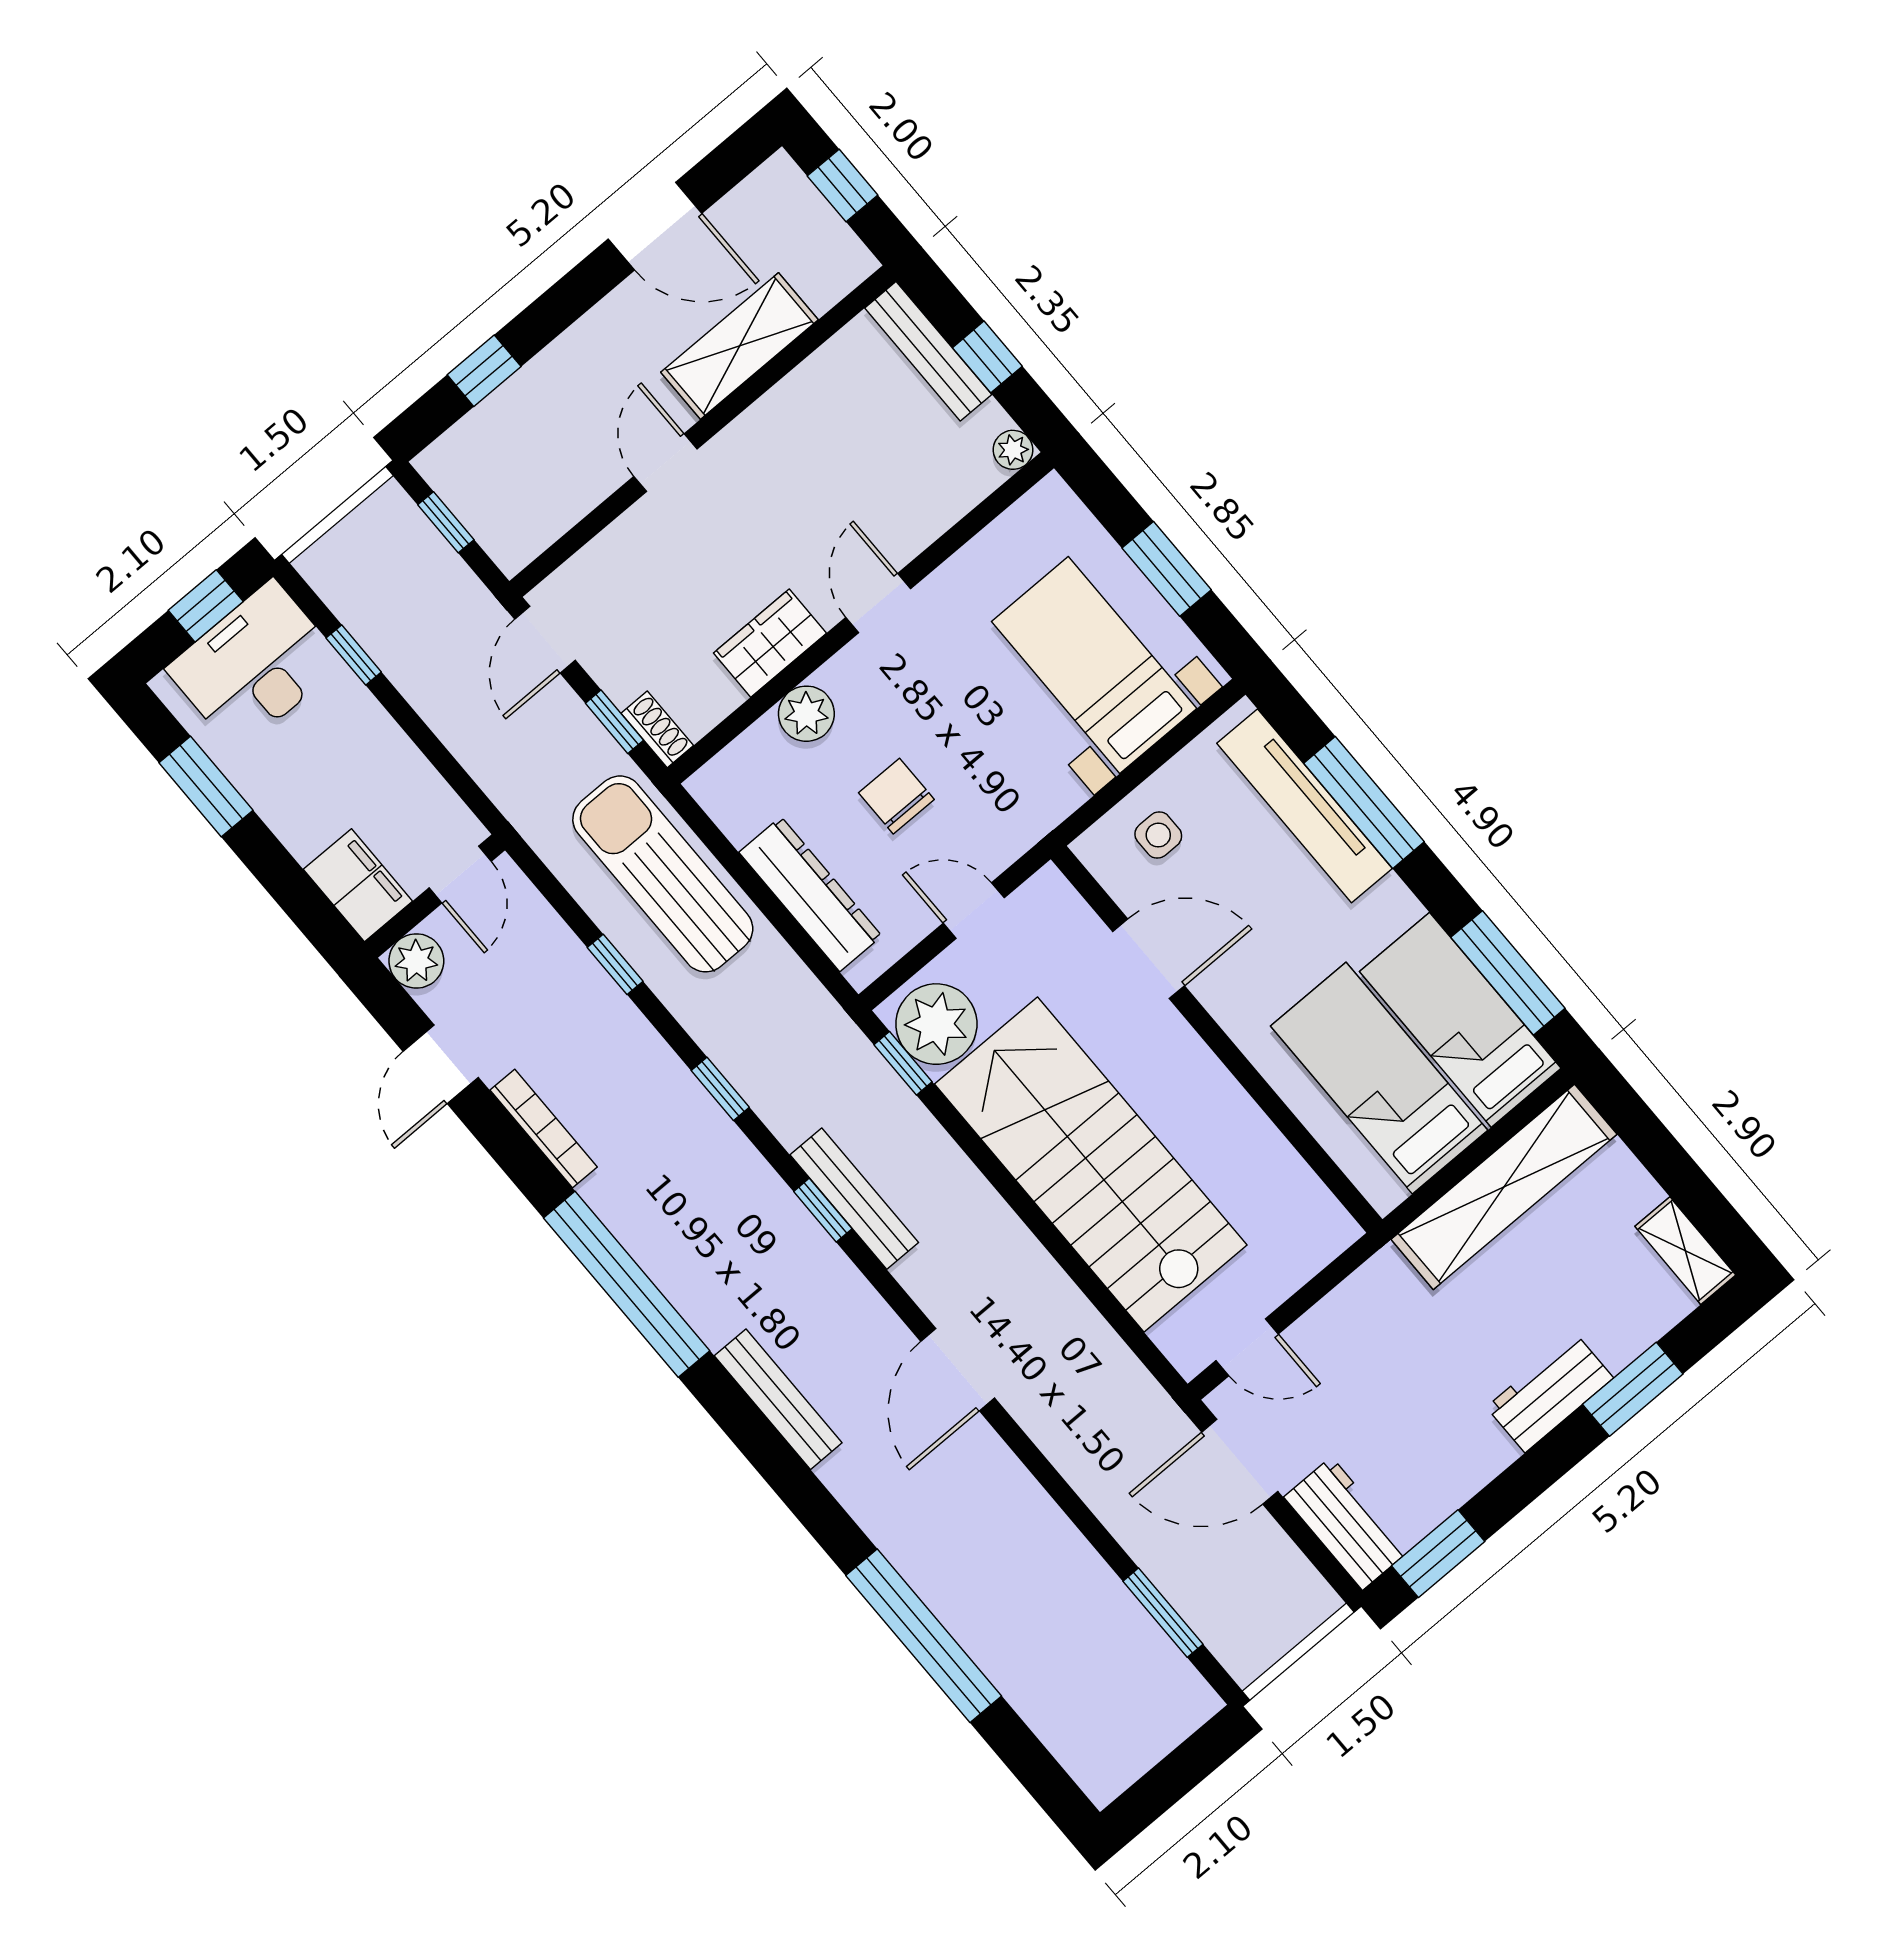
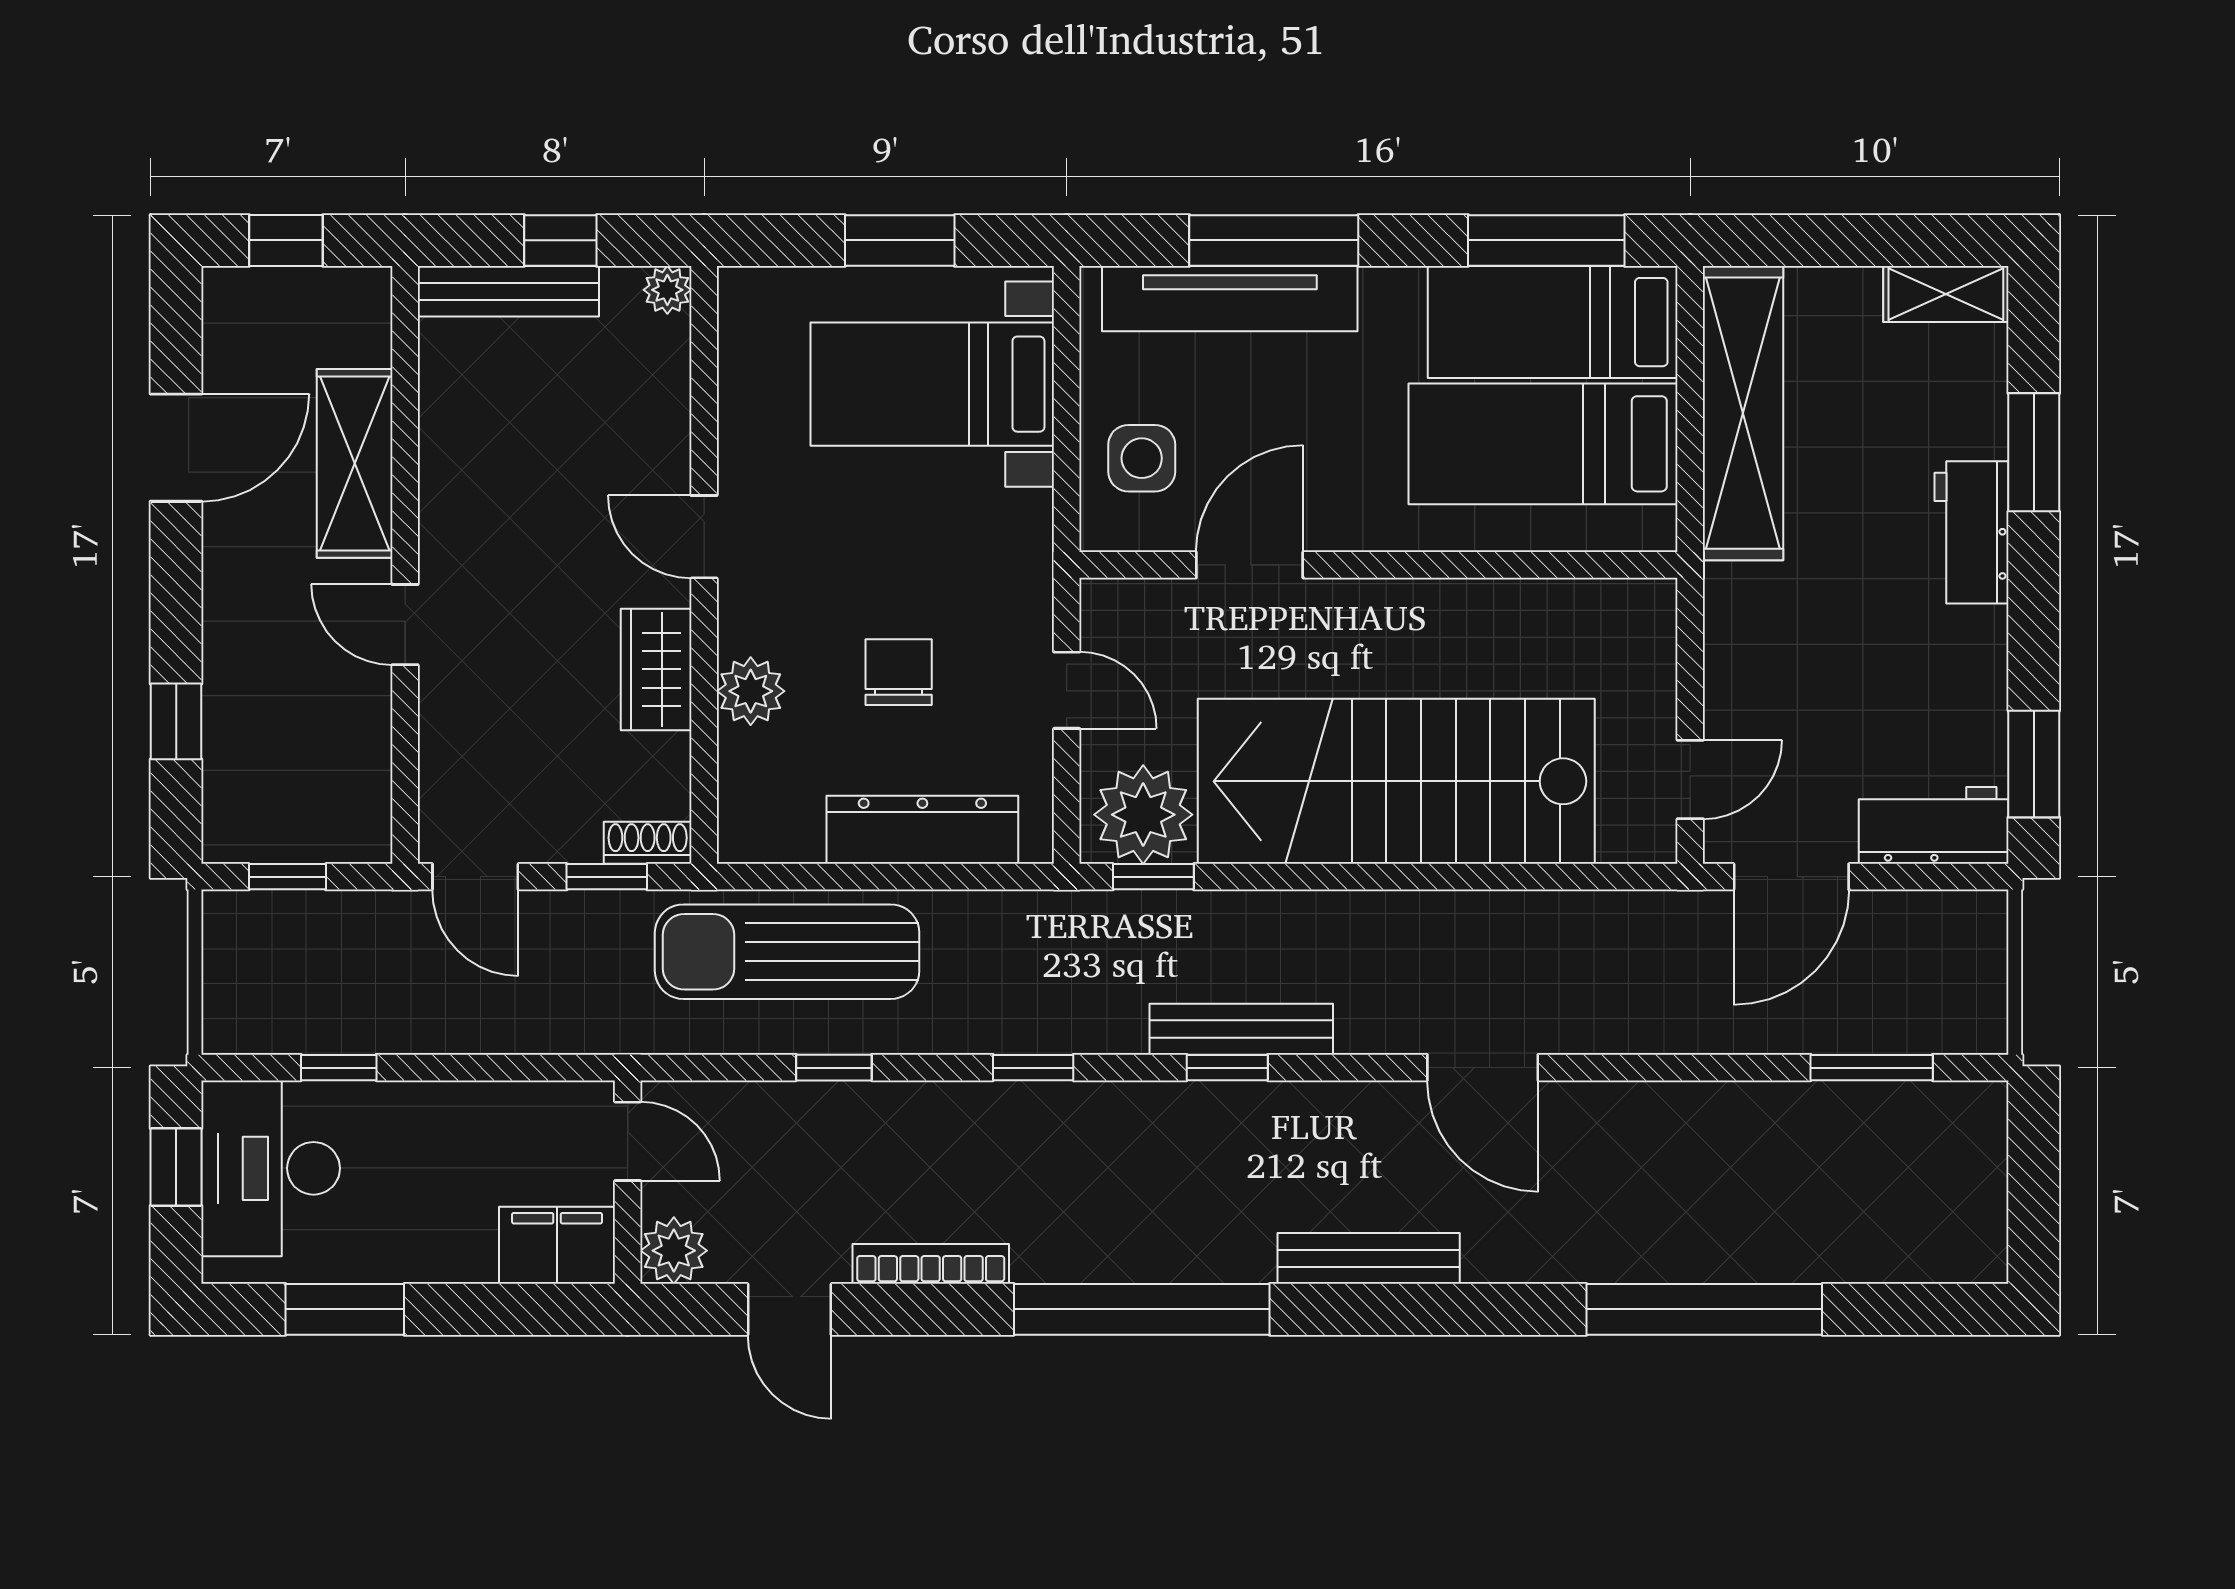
chair: (896, 796) -> (899, 672), turned 90
side table: (1158, 835) -> (1142, 458), width x1.37, depth x1.37
door: (974, 911) -> (1067, 690), swing flipped

